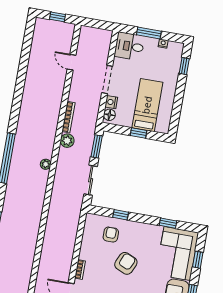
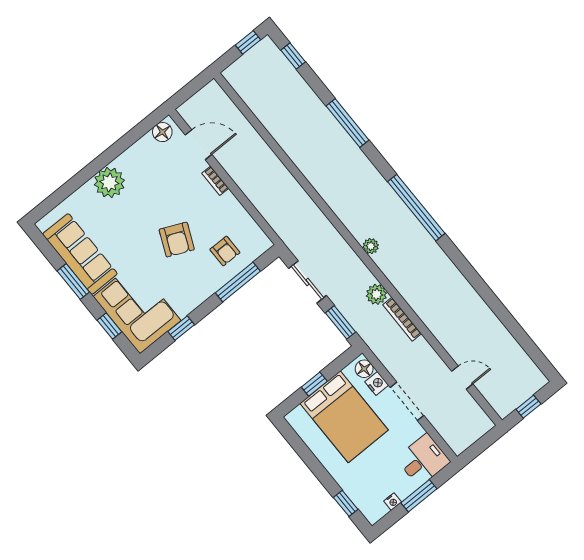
bed: (147, 105) -> (344, 417), width x1.50
window: (121, 215) -> (238, 282), width x2.17

